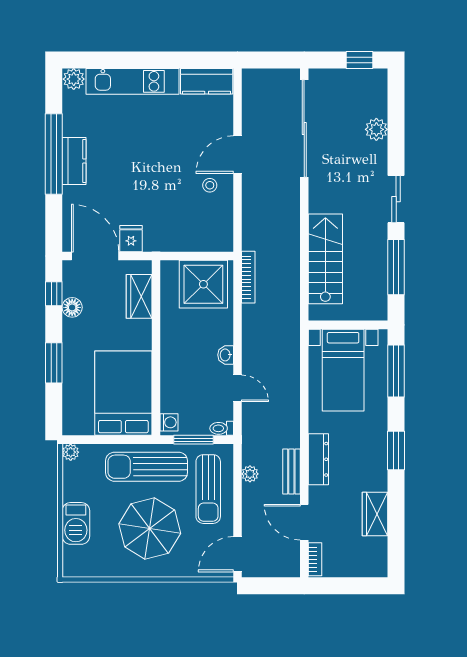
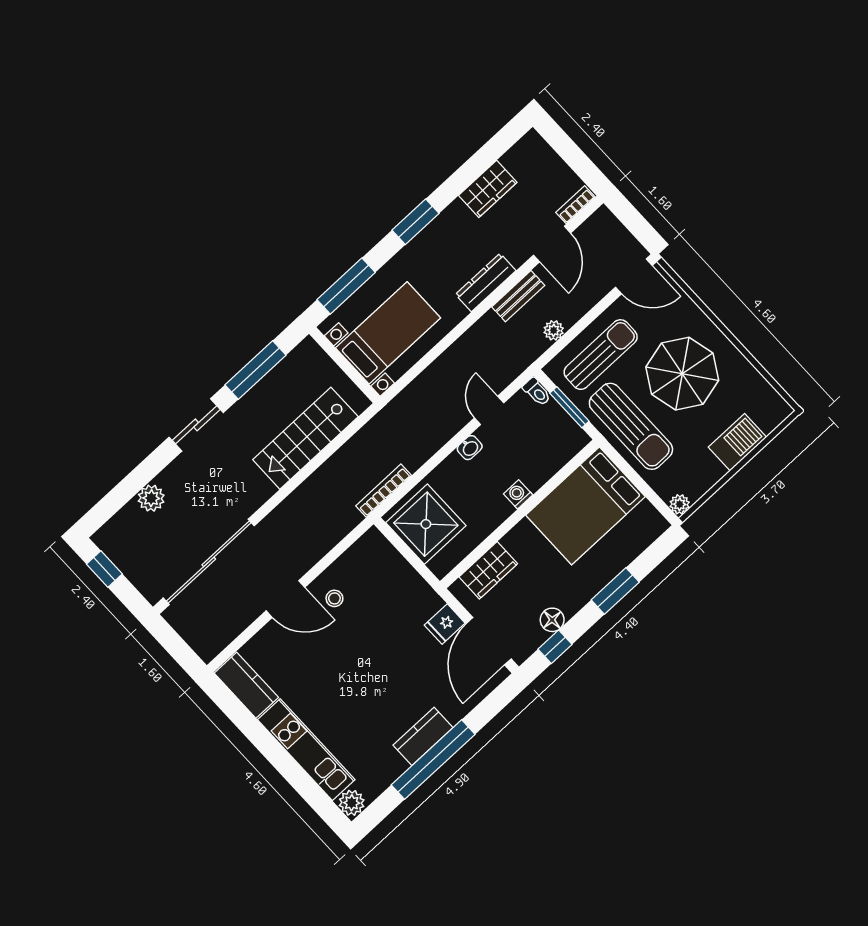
washing machine: (169, 422) -> (518, 494), moved

